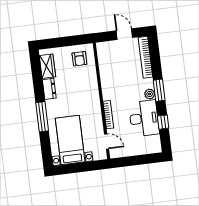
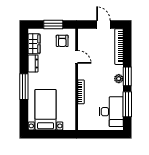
window: (67, 41) -> (53, 25), added
desk: (144, 118) -> (111, 112), moved
window: (163, 122) -> (127, 104), width x2.17
door: (107, 141) -> (77, 57), moved

